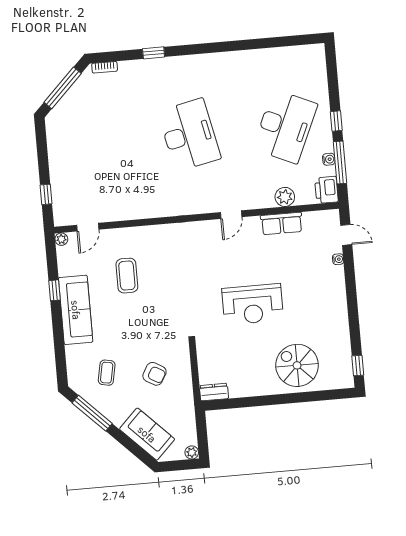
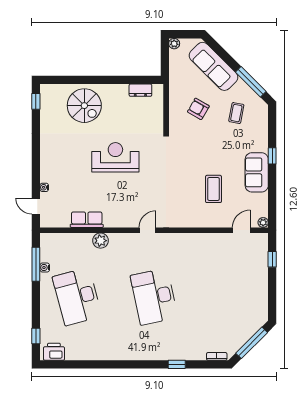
window: (336, 121) -> (36, 336), moved
desk: (285, 126) -> (77, 297), turned -39
printer: (327, 190) -> (54, 352), moved, turned -90
plant: (285, 197) -> (100, 241), moved
door: (231, 215) -> (148, 230), moved
window: (54, 290) -> (272, 156), moved
sofa: (76, 310) -> (257, 172), width x0.73
dresser: (214, 392) -> (140, 90), moved
sofa: (147, 434) -> (213, 66), width x1.36

